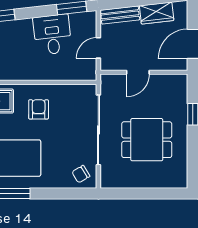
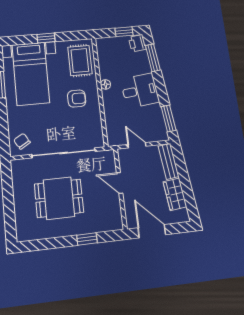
desk: (52, 35) -> (140, 91), moved
floor lamp: (25, 75) -> (105, 84), added
dining table: (147, 140) -> (59, 198), turned 90

